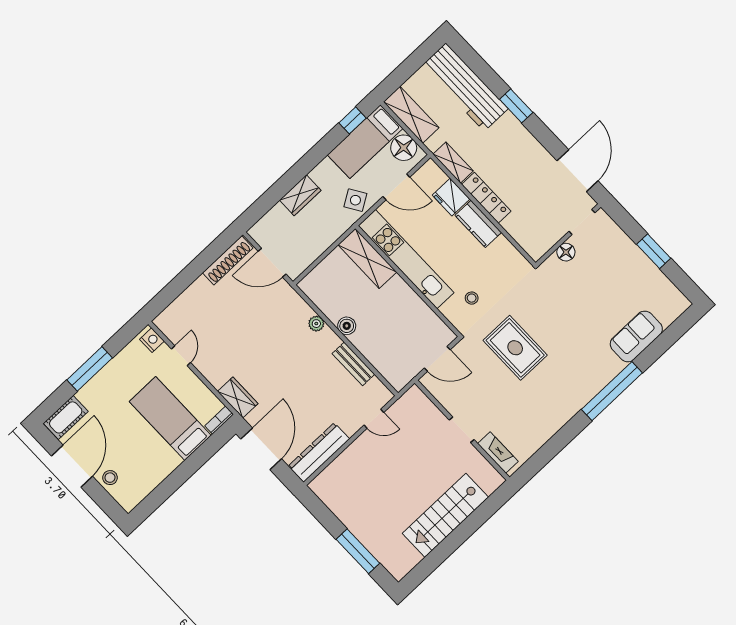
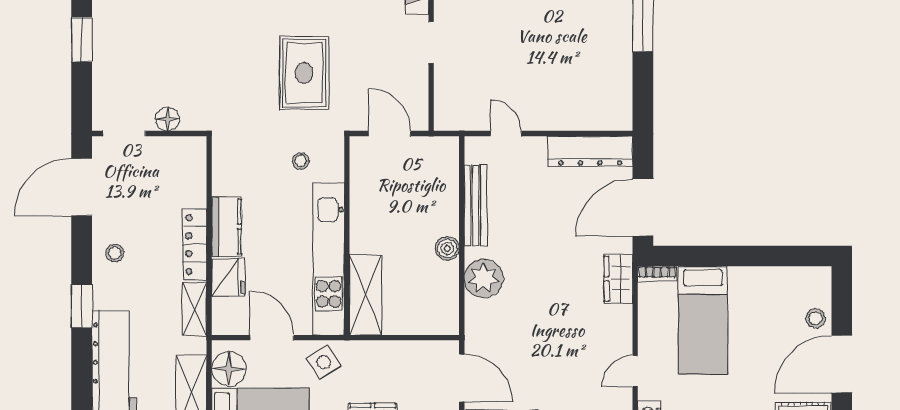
stool: (525, 152) -> (115, 253), added
plant: (316, 324) -> (484, 278), width x1.88, depth x1.88
bench: (353, 364) -> (476, 205), width x1.36

